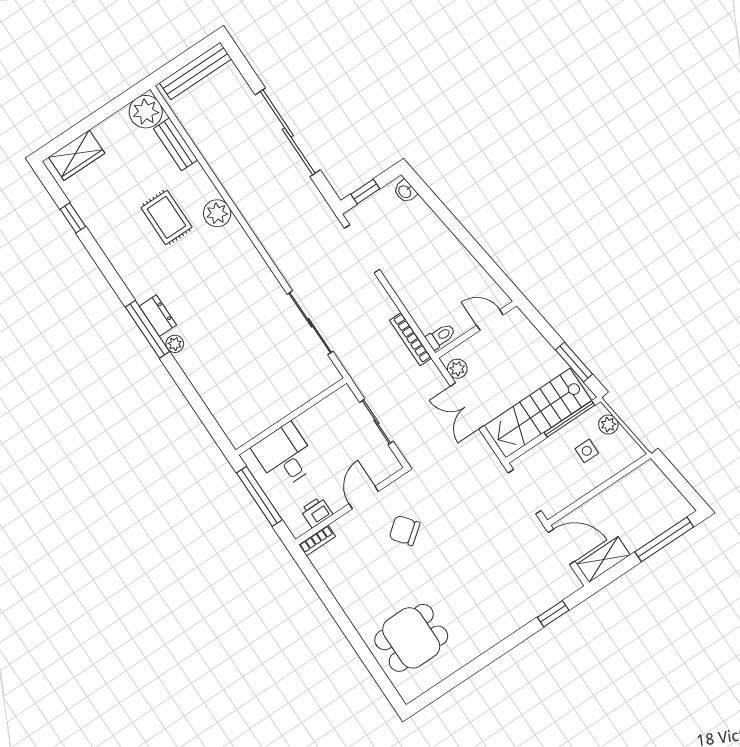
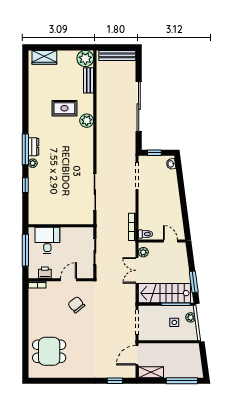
rug: (166, 217) -> (64, 108), turned 90
window: (73, 218) -> (25, 185), moved
door: (561, 547) -> (137, 355), swing flipped

